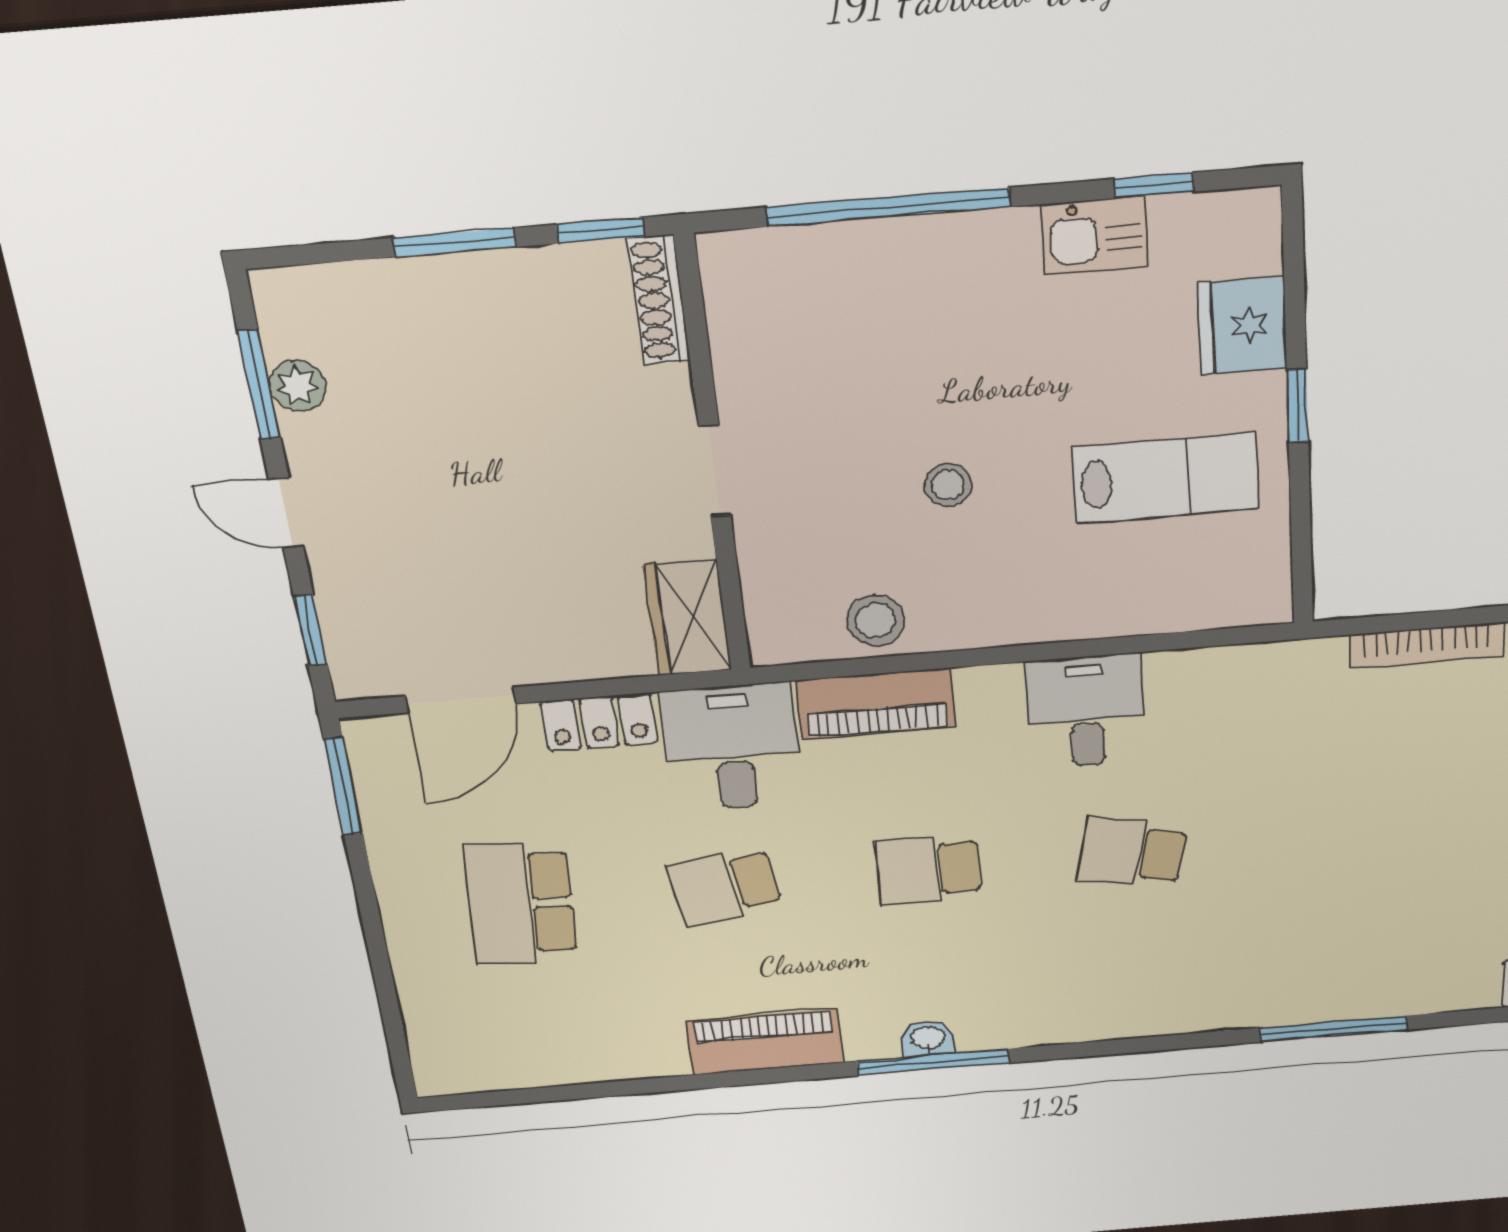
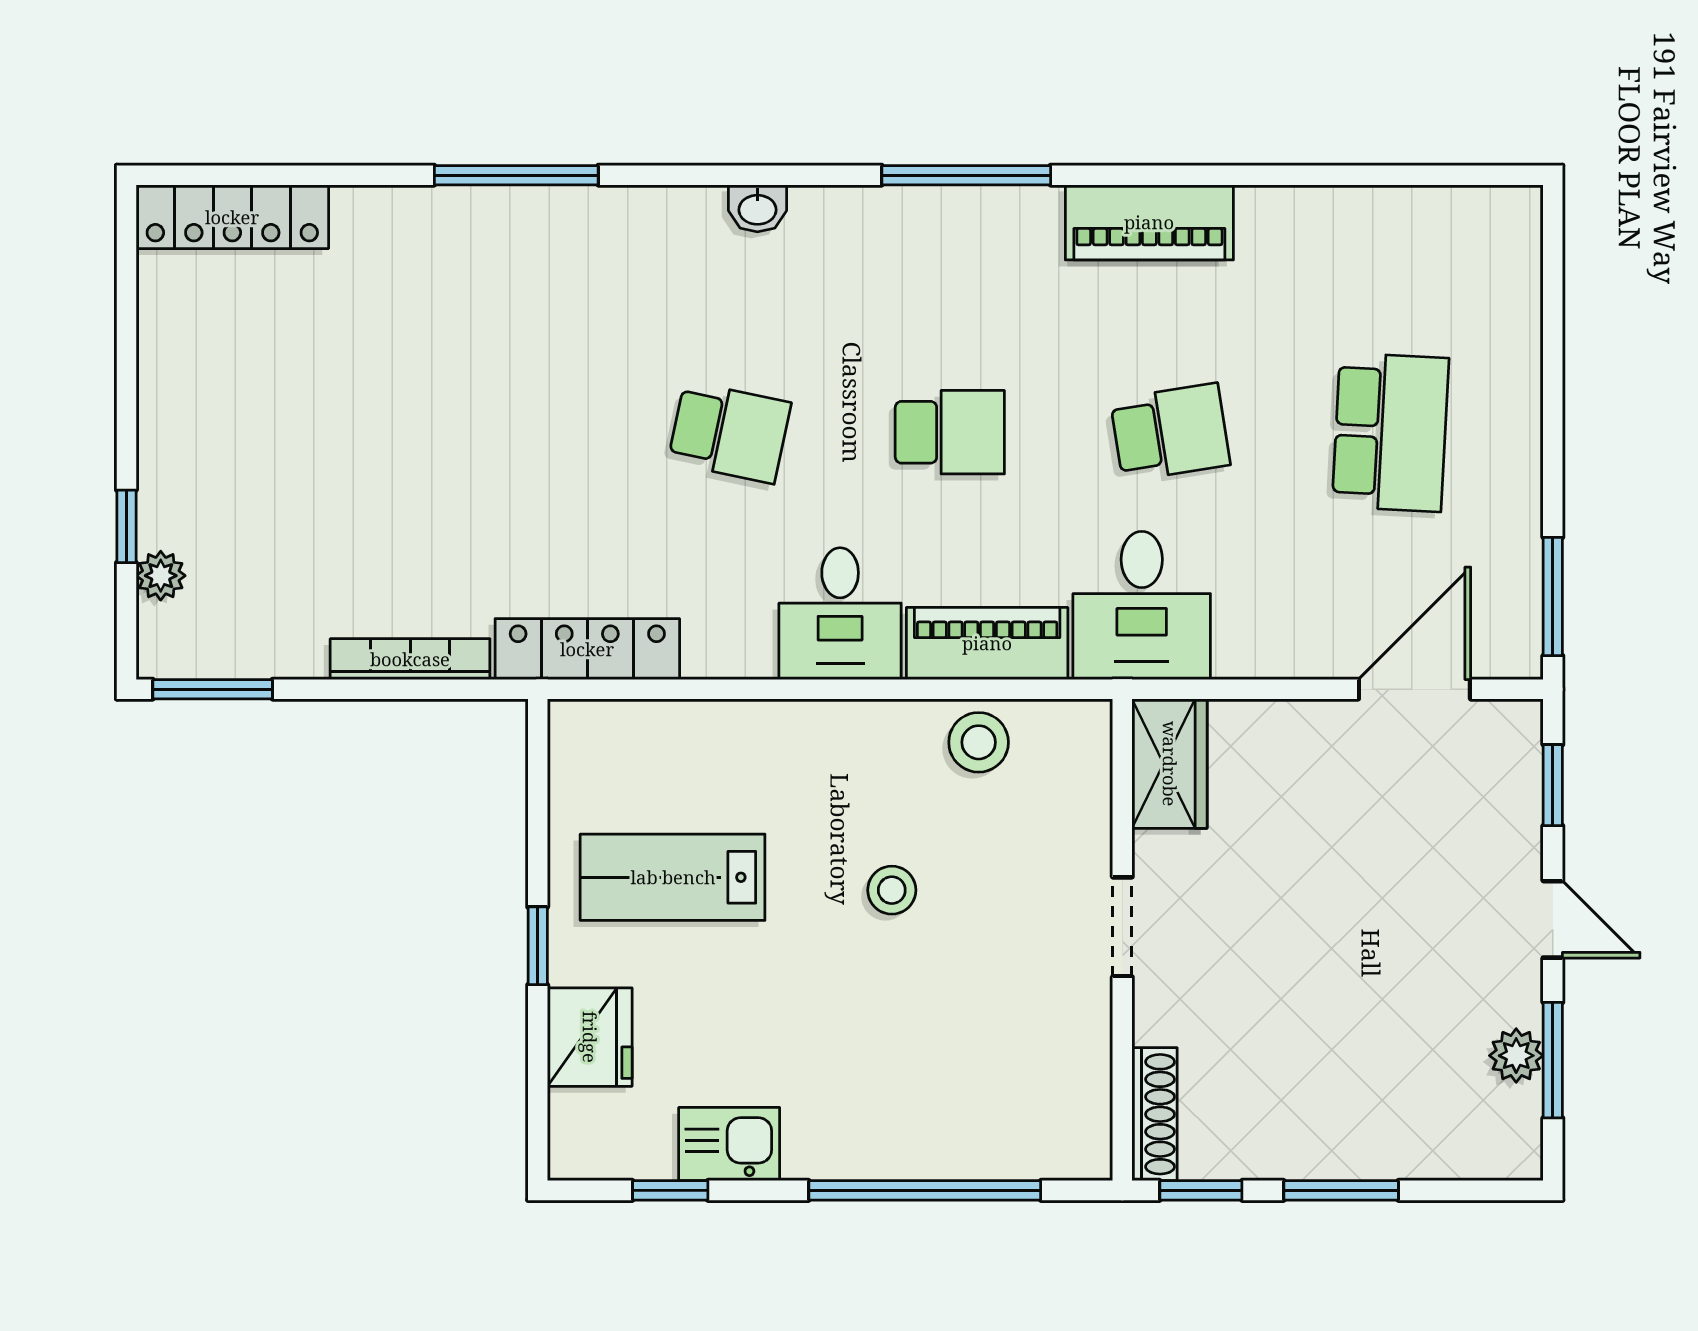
desk: (1086, 711) -> (840, 614), moved
locker: (599, 722) -> (587, 649), moved, width x1.53
washbasin: (928, 1038) -> (757, 208), moved

